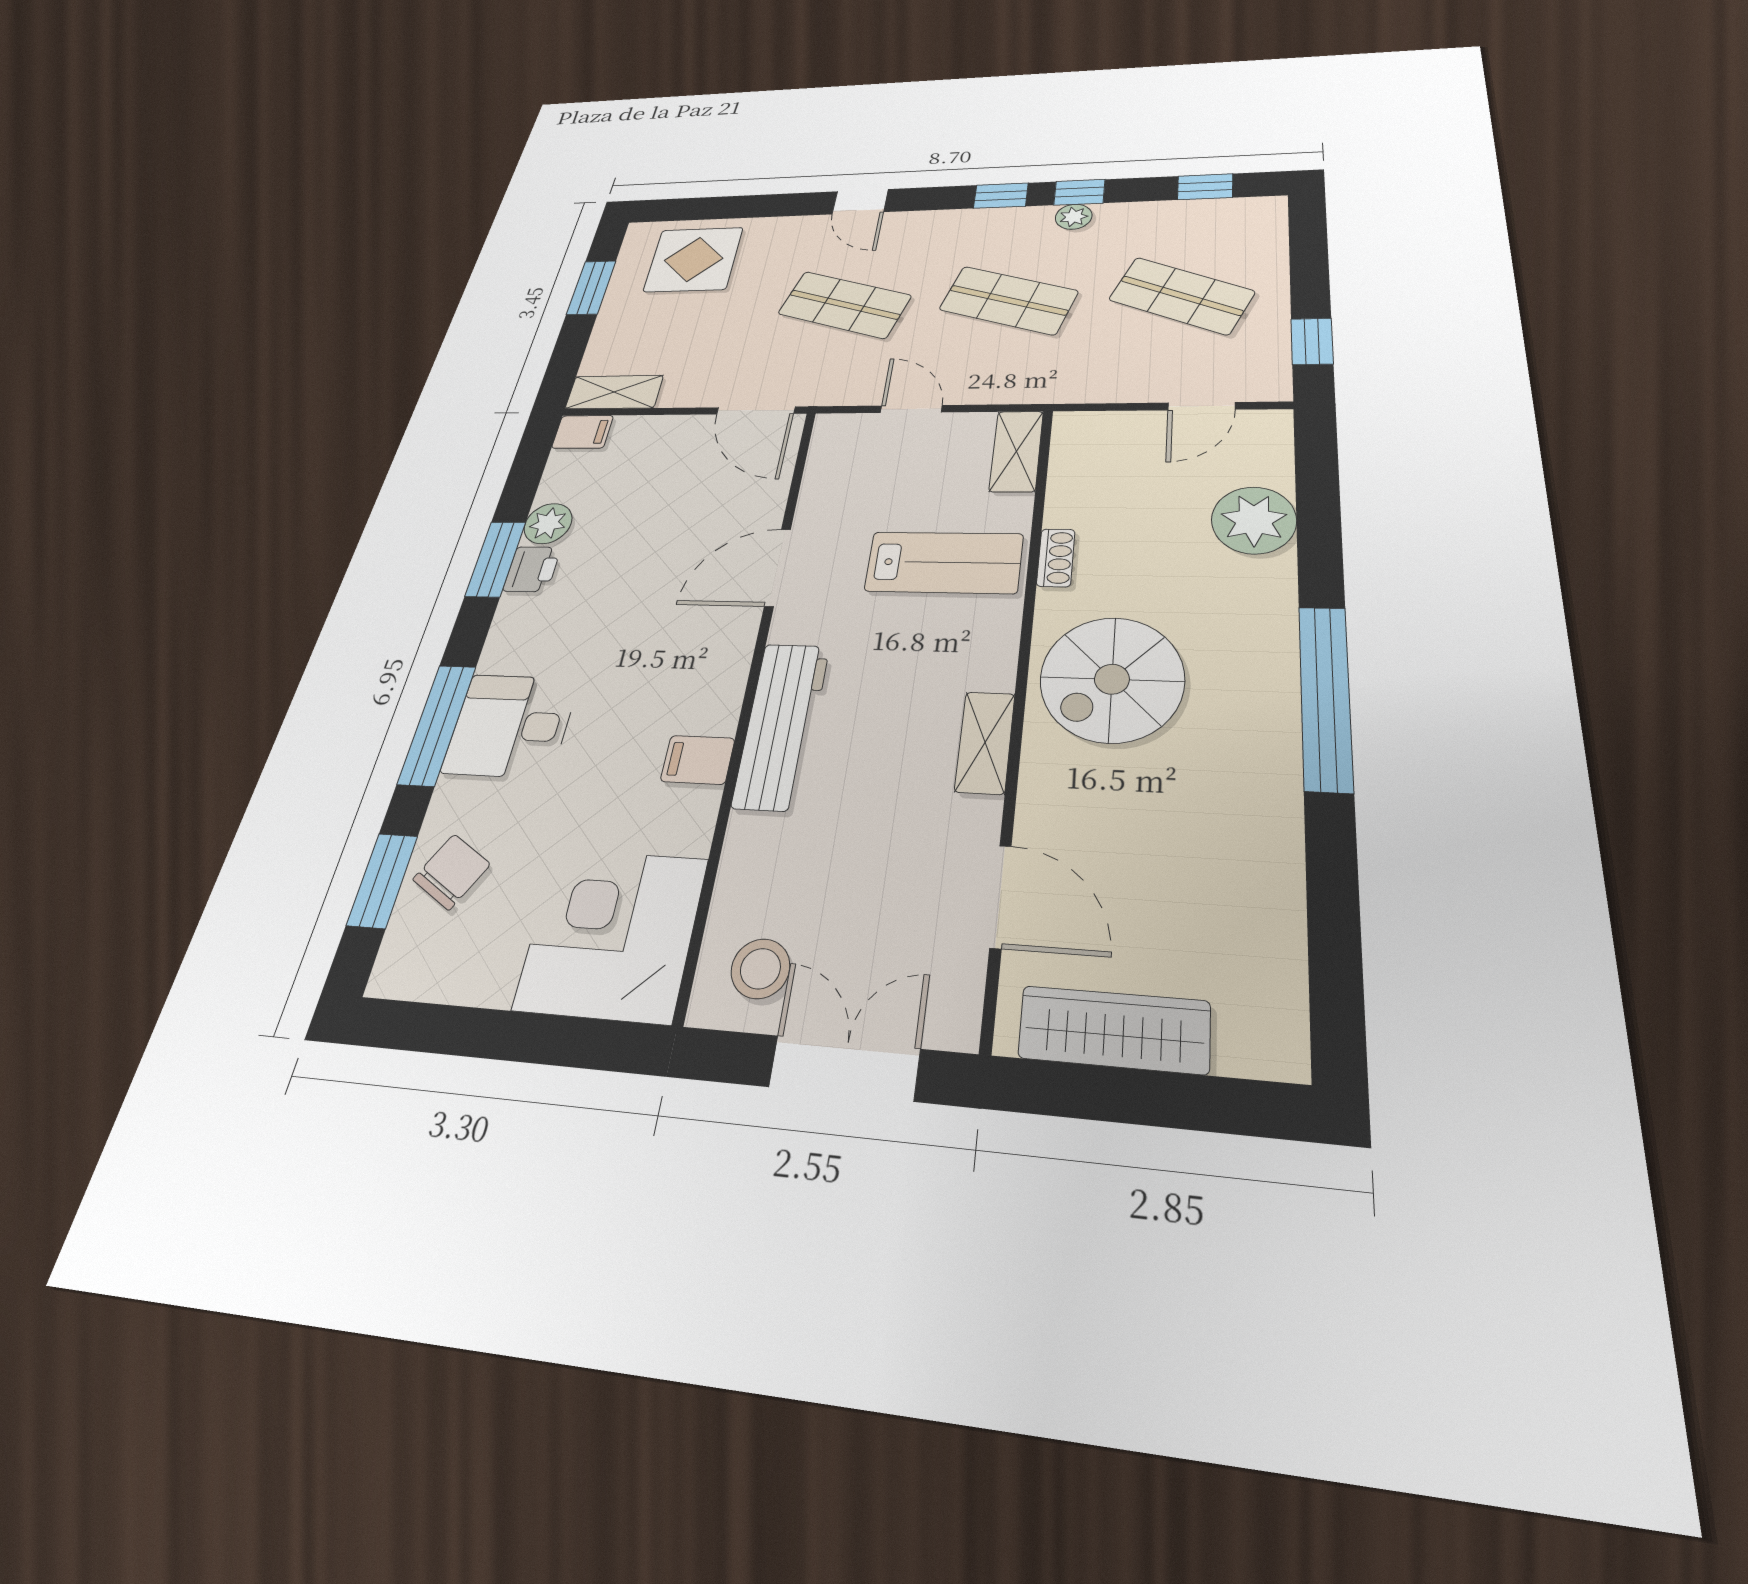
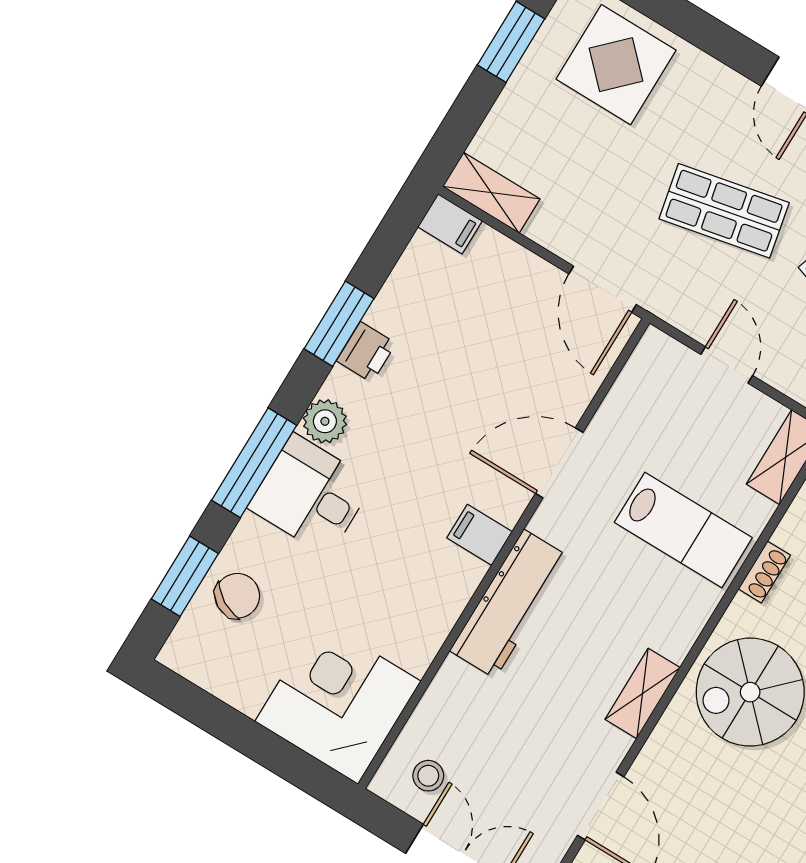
shop shelf: (844, 305) -> (724, 211), turned -30
plant: (548, 524) -> (325, 421), moved
filing cabinet: (698, 760) -> (480, 535), moved
stool: (760, 969) -> (428, 776), width x0.73, depth x0.73

